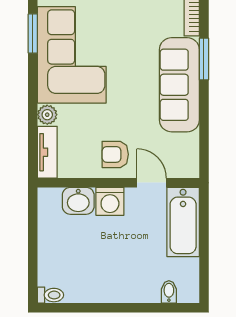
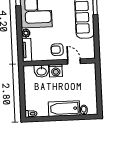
bathtub: (183, 222) -> (64, 109), moved, turned 90

